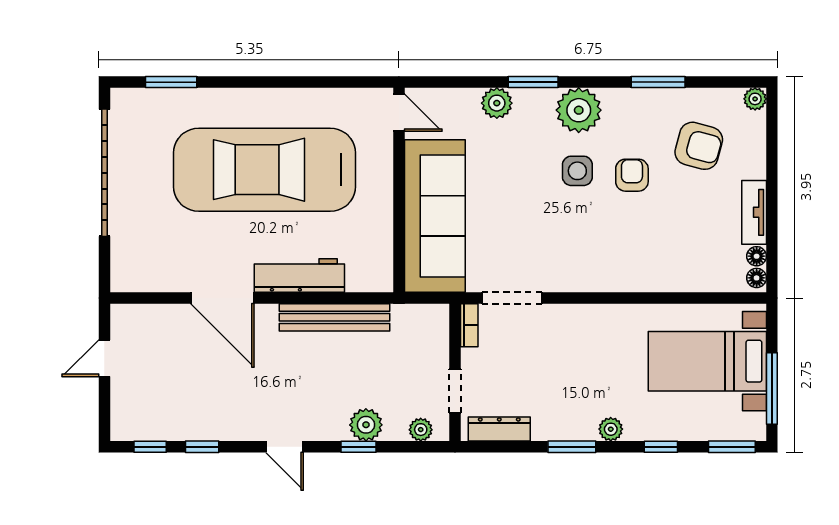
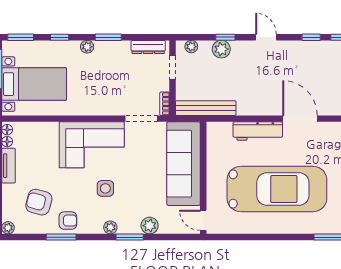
plant: (579, 110) -> (110, 227), width x0.53, depth x0.53
armchair: (632, 175) -> (68, 221), moved, turned -90
corner sofa: (602, 250) -> (92, 145), added
bench: (334, 317) -> (206, 108), moved

